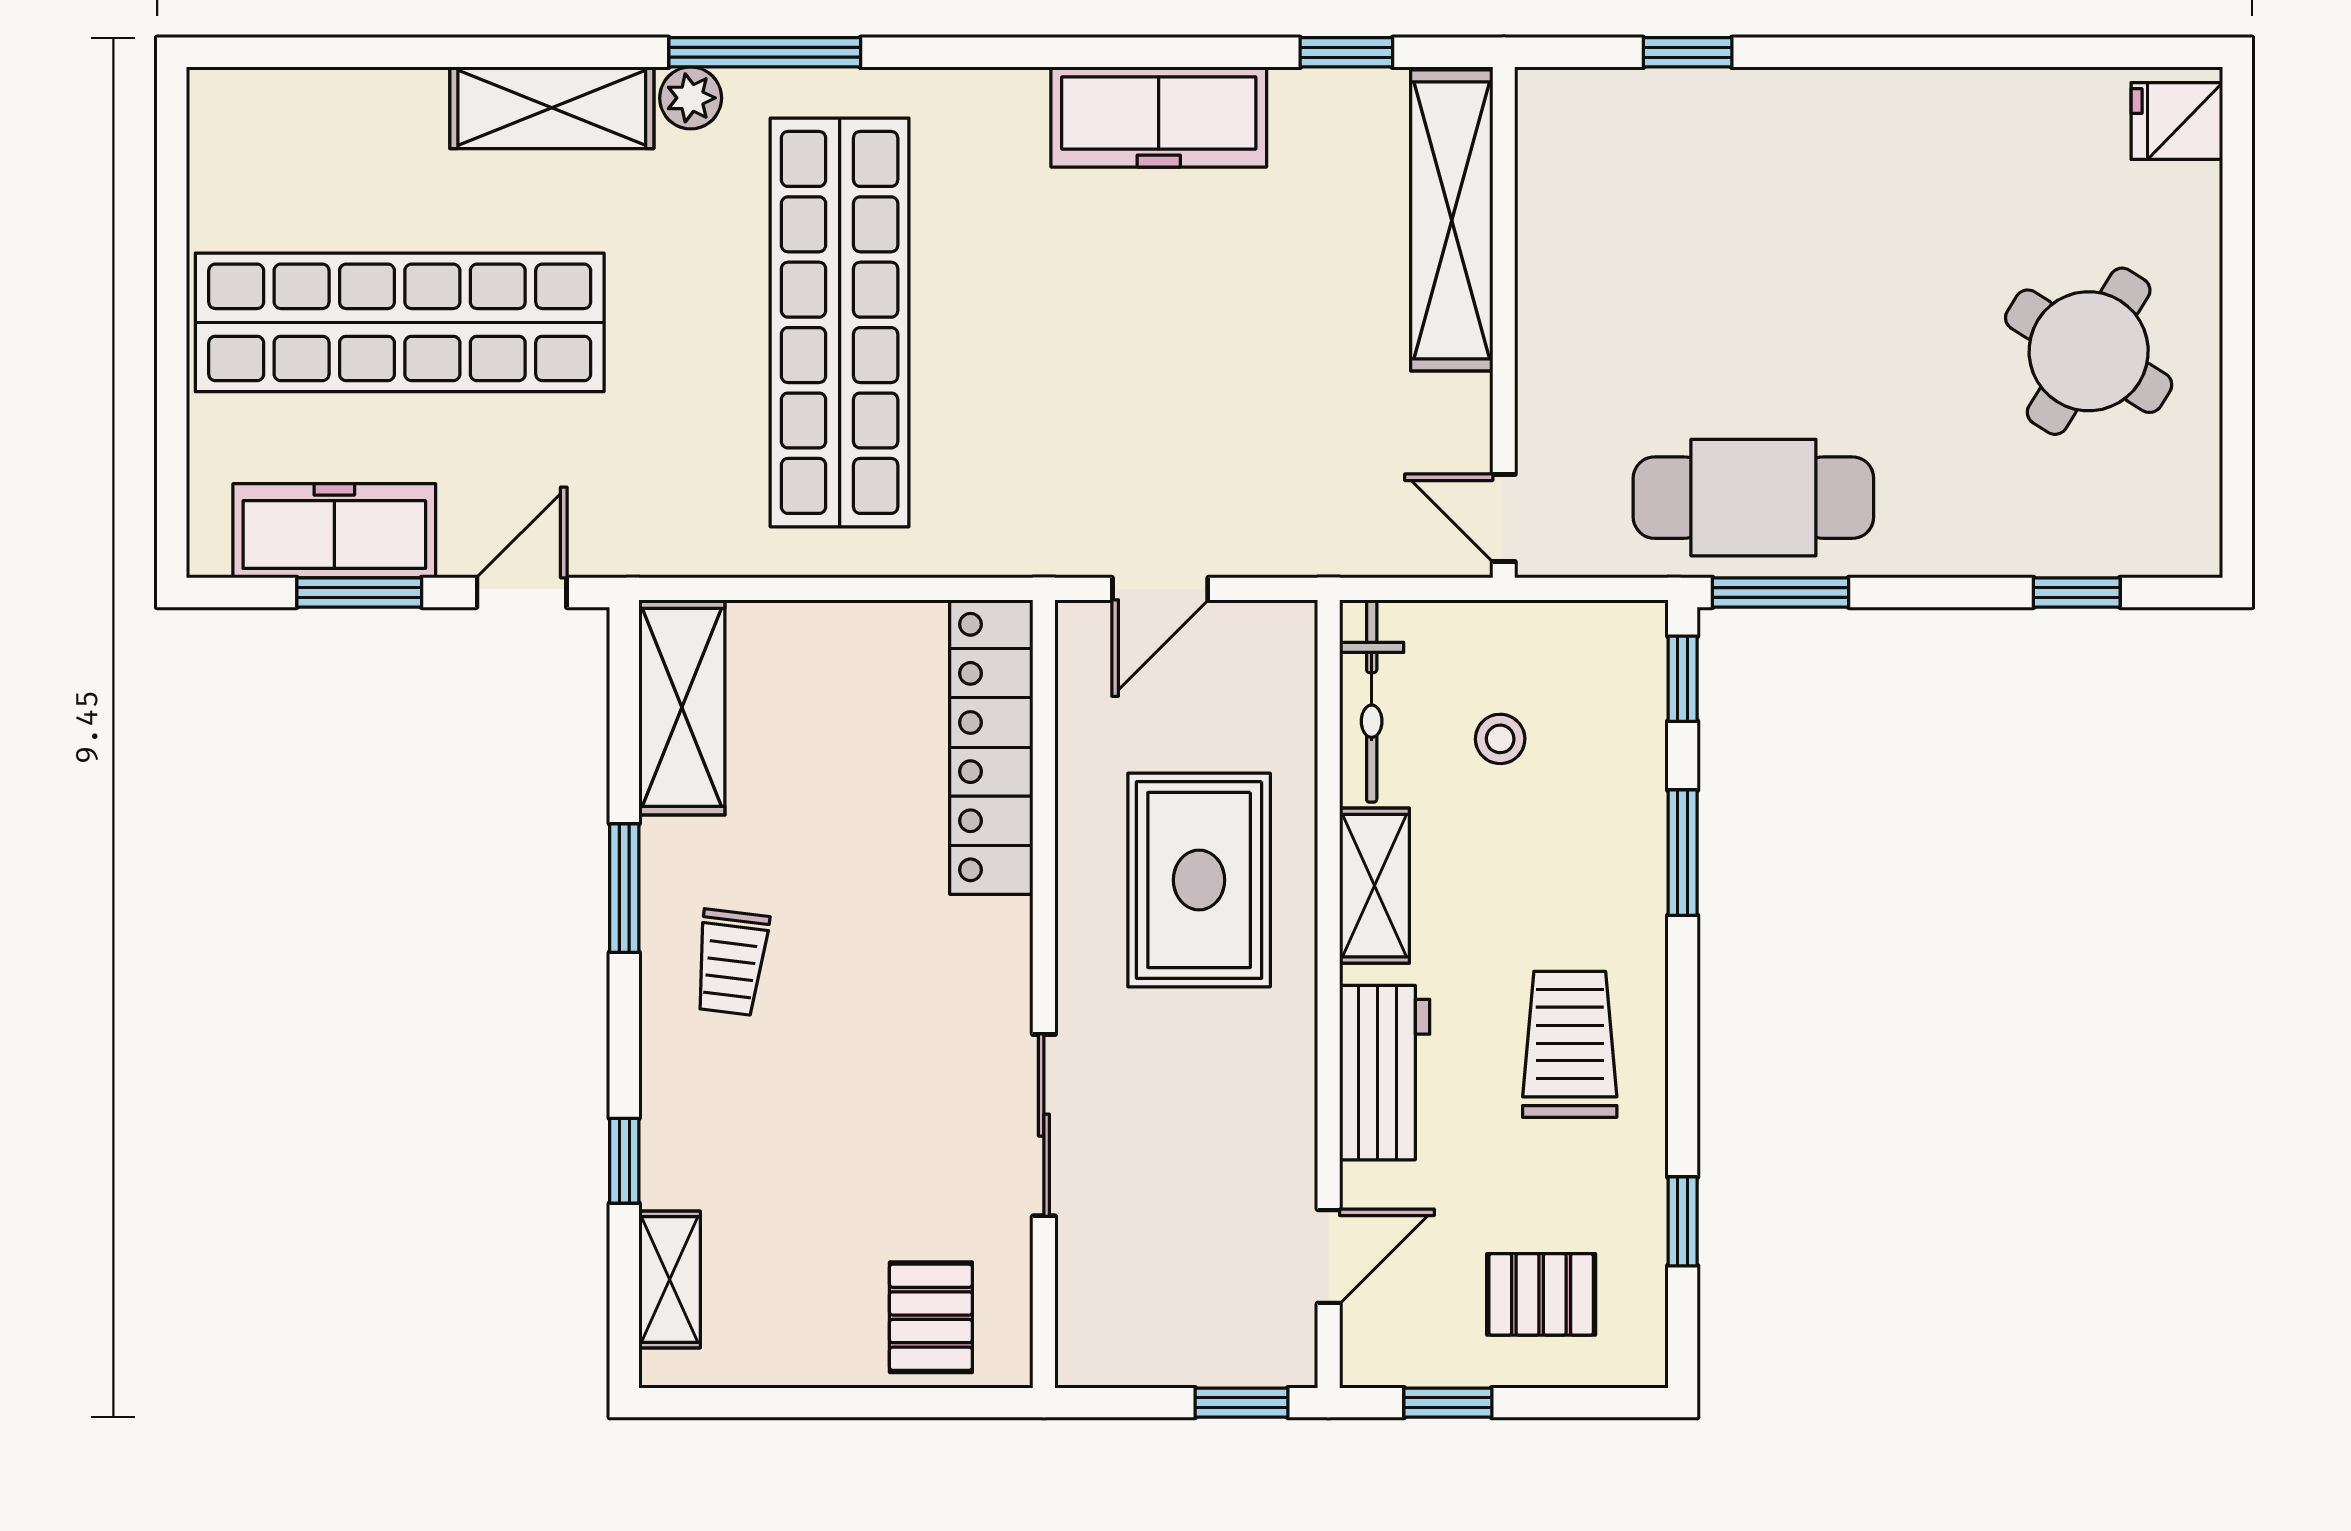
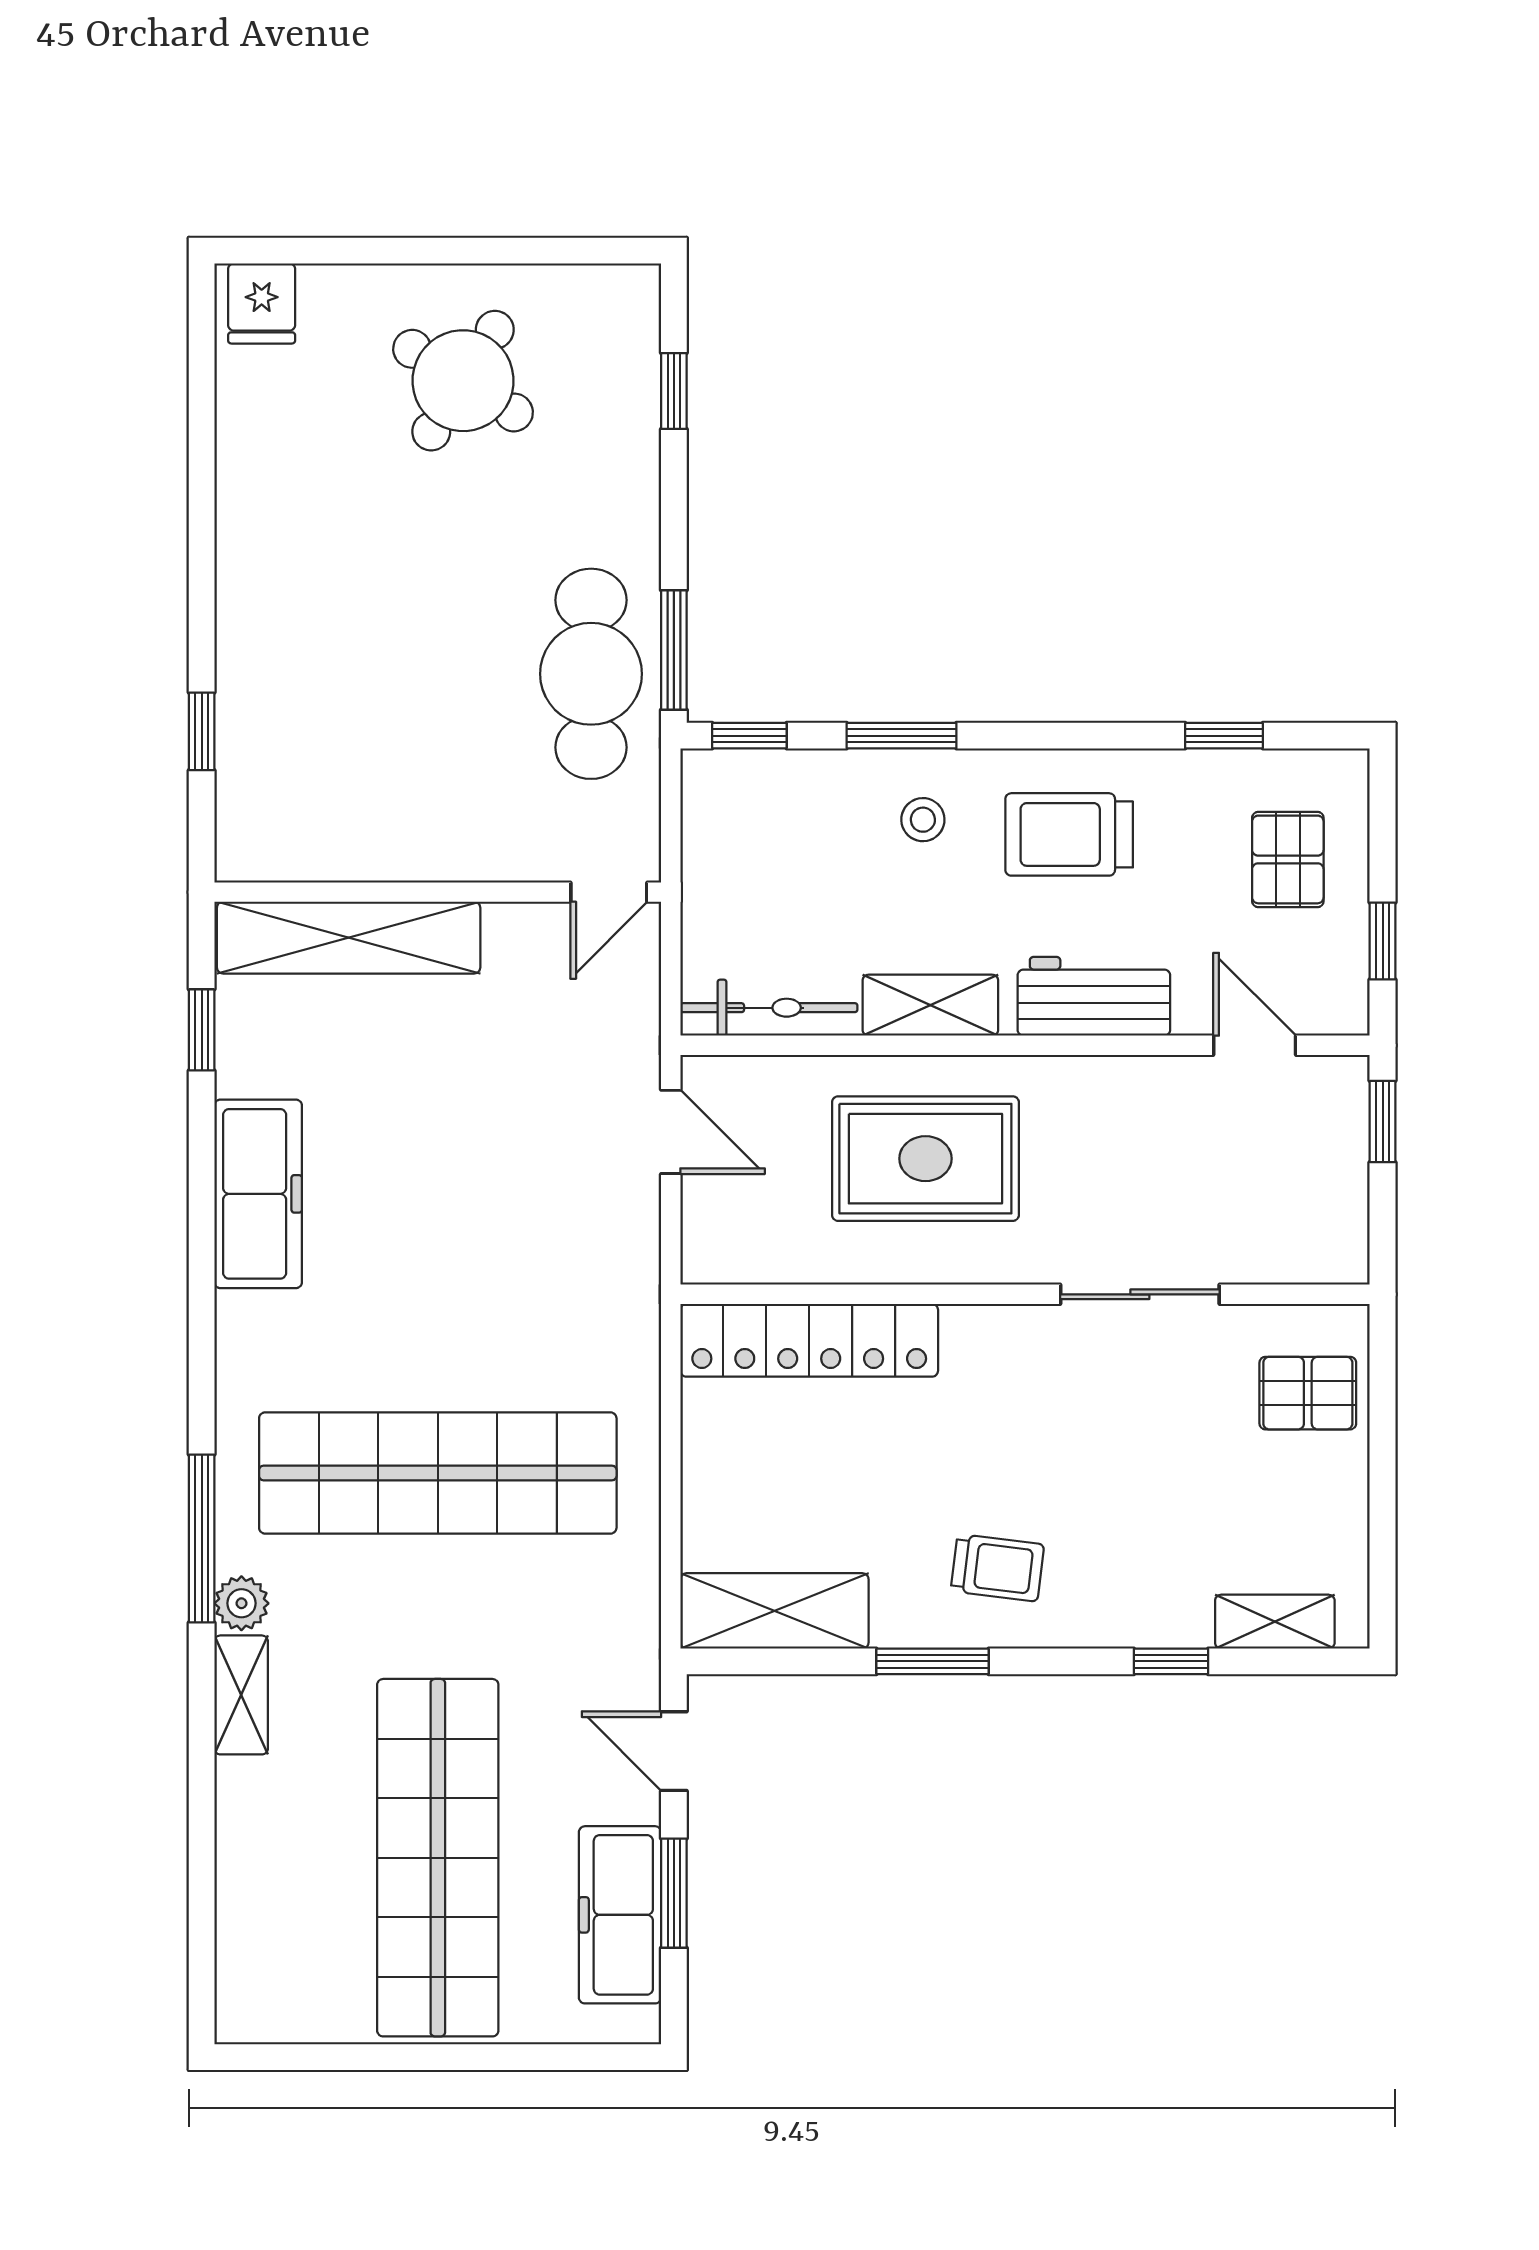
shelving: (552, 108) -> (241, 1695), width x0.67, depth x0.75
door: (1160, 589) -> (671, 1132), moved
stool: (1500, 739) -> (923, 820), moved

